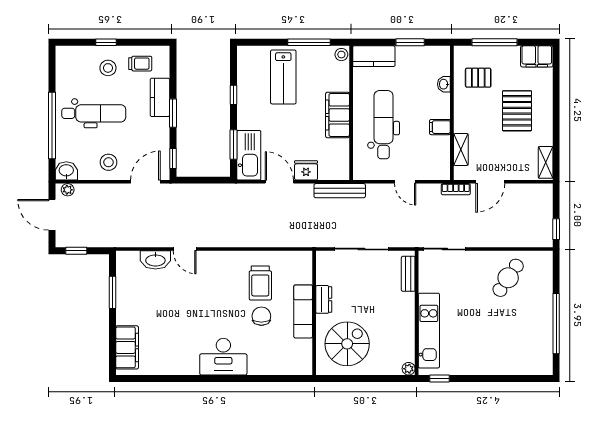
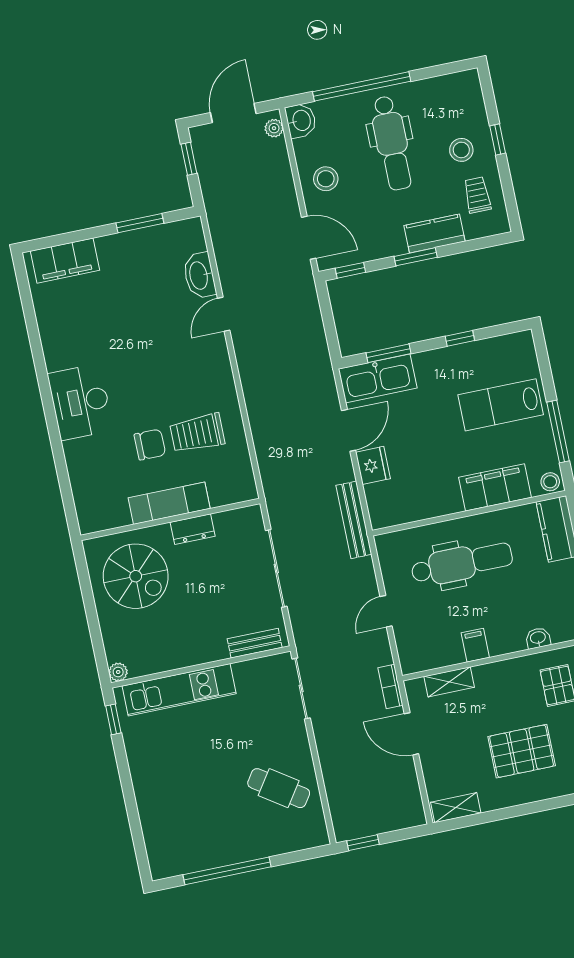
trolley: (140, 64) -> (477, 195), turned 180
filing cabinet: (338, 115) -> (495, 487), moved

